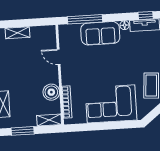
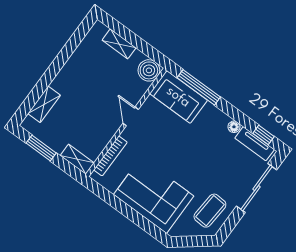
sofa: (100, 33) -> (178, 97), moved
door: (59, 57) -> (131, 116), moved
boiler: (51, 92) -> (149, 70), moved

